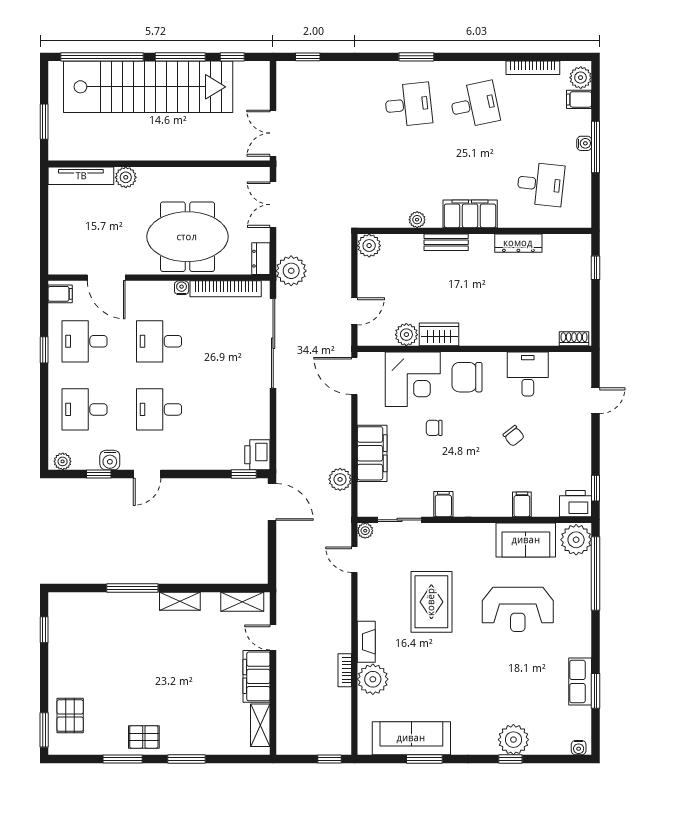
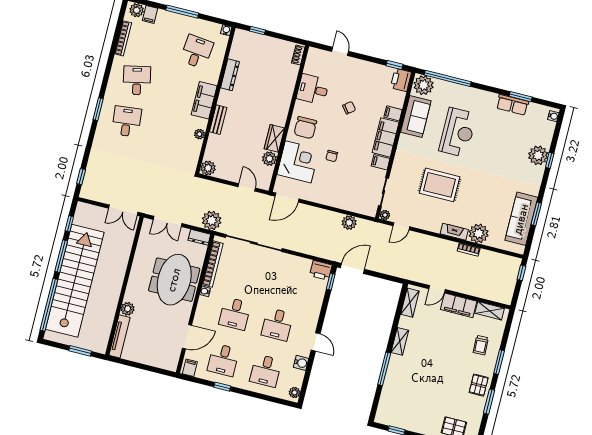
water cooler: (584, 143) -> (226, 30), moved
filing cabinet: (372, 453) -> (386, 137), moved, turned -90
window: (99, 474) -> (308, 372), removed
trolley: (205, 725) -> (481, 345), added

